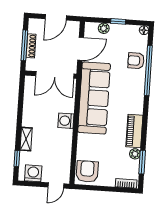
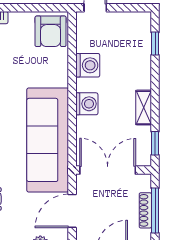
window: (21, 91) -> (155, 143), added
shelving: (26, 139) -> (144, 108), moved
washing machine: (33, 173) -> (88, 65), moved, turned -90

